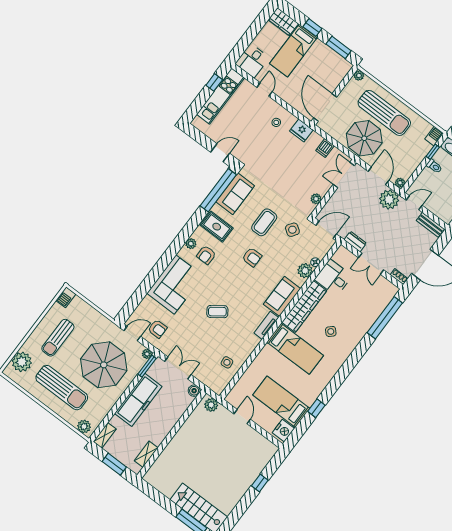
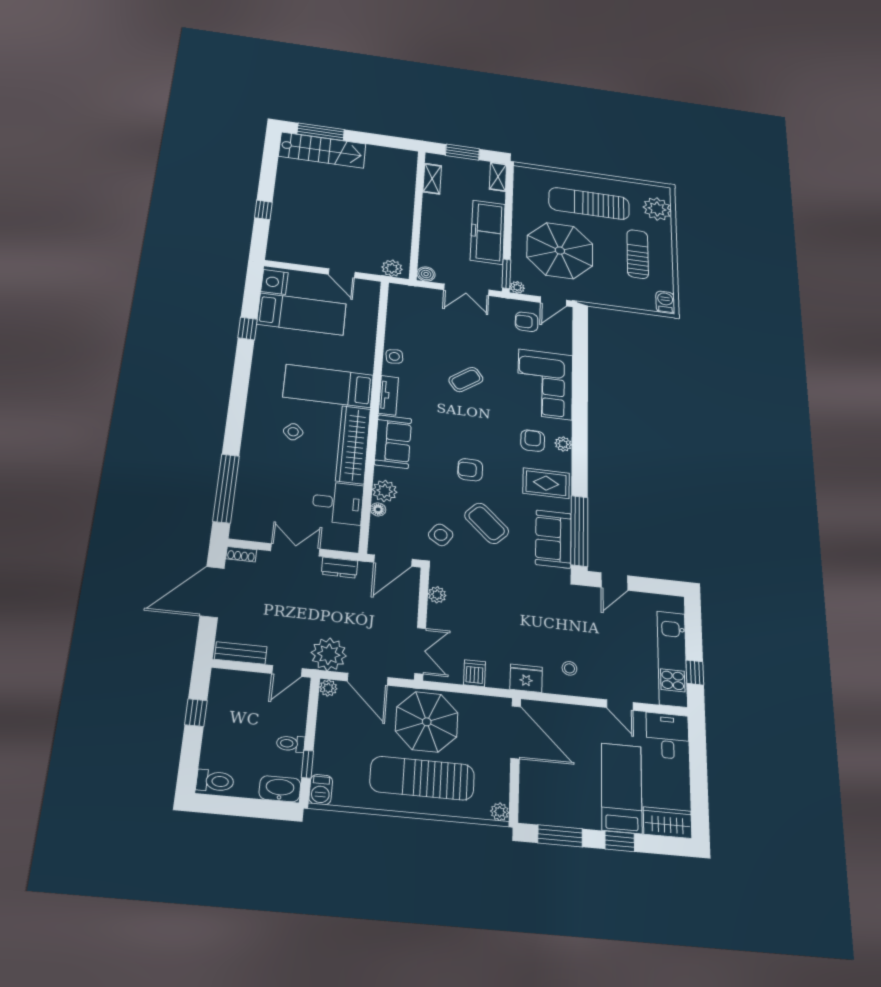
coffee table: (264, 222) -> (487, 523), turned -46
side table: (227, 362) -> (394, 356), moved
plant: (84, 427) -> (530, 175), removed

